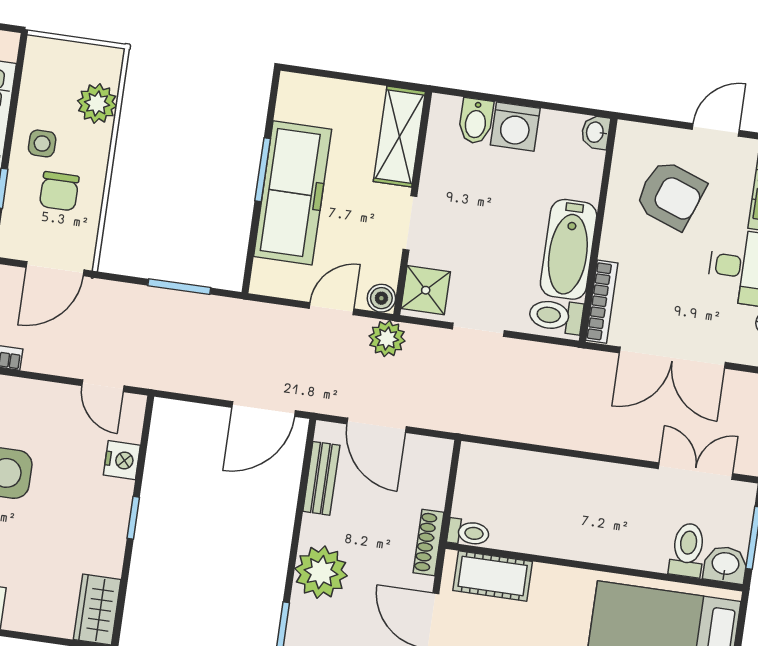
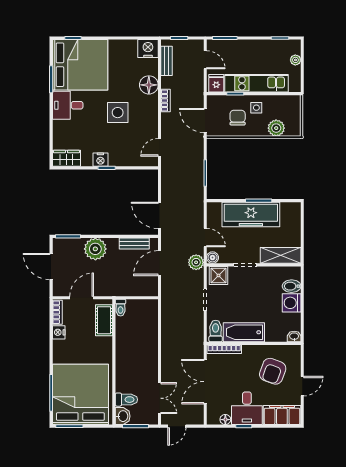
door: (716, 130) -> (302, 386), hinge flipped
chair: (59, 191) -> (238, 118), turned 90
nightstand: (122, 460) -> (100, 160), moved
shoe rack: (428, 542) -> (114, 292), removed

